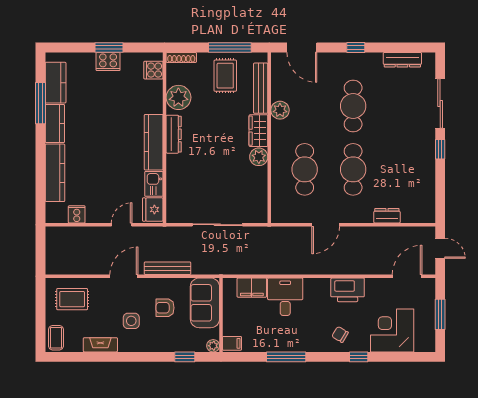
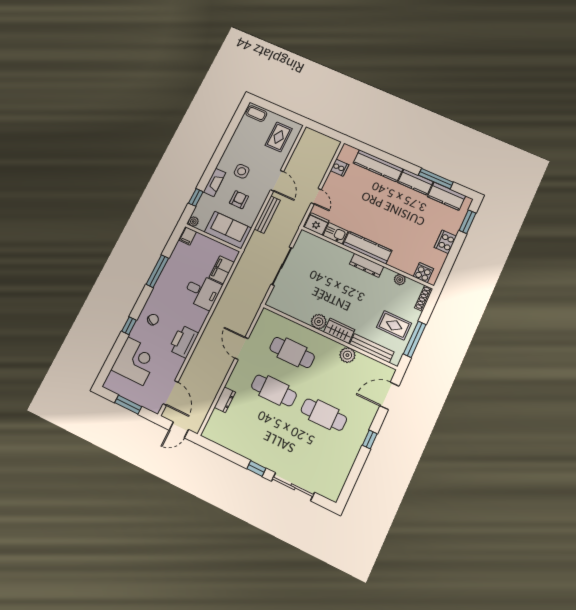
window: (109, 47) -> (468, 222), moved
dresser: (402, 60) -> (343, 473), removed
plant: (178, 97) -> (400, 280), width x0.53, depth x0.53
fireplace: (100, 345) -> (214, 182), moved

